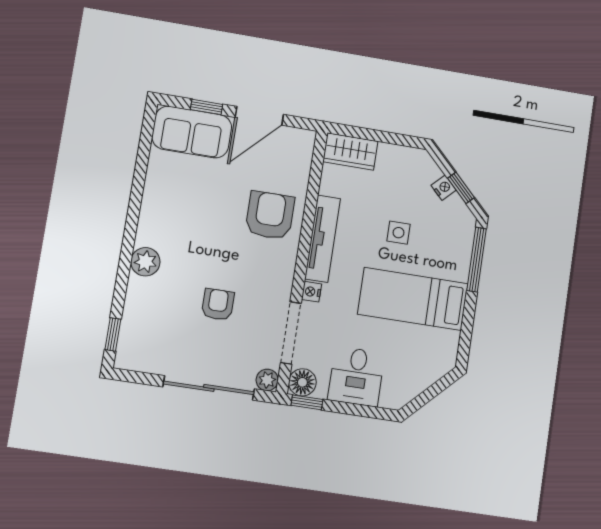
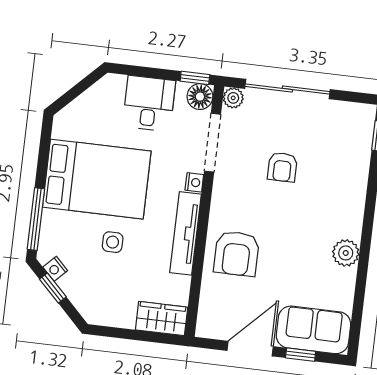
nightstand: (444, 188) -> (55, 269), moved
plant: (145, 262) -> (346, 253), moved
bed: (413, 299) -> (97, 179), width x1.50

